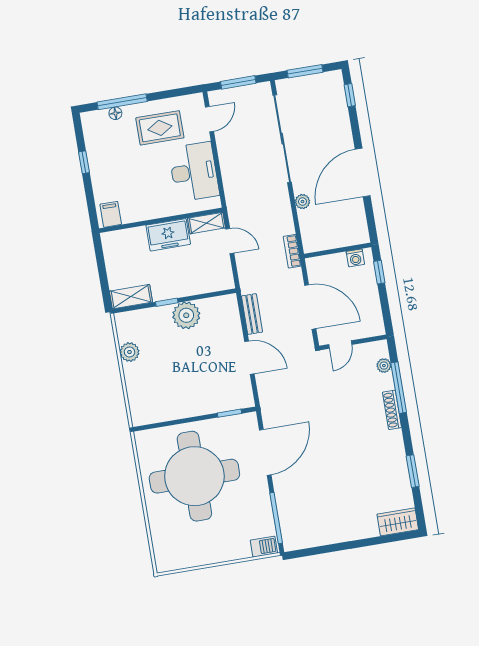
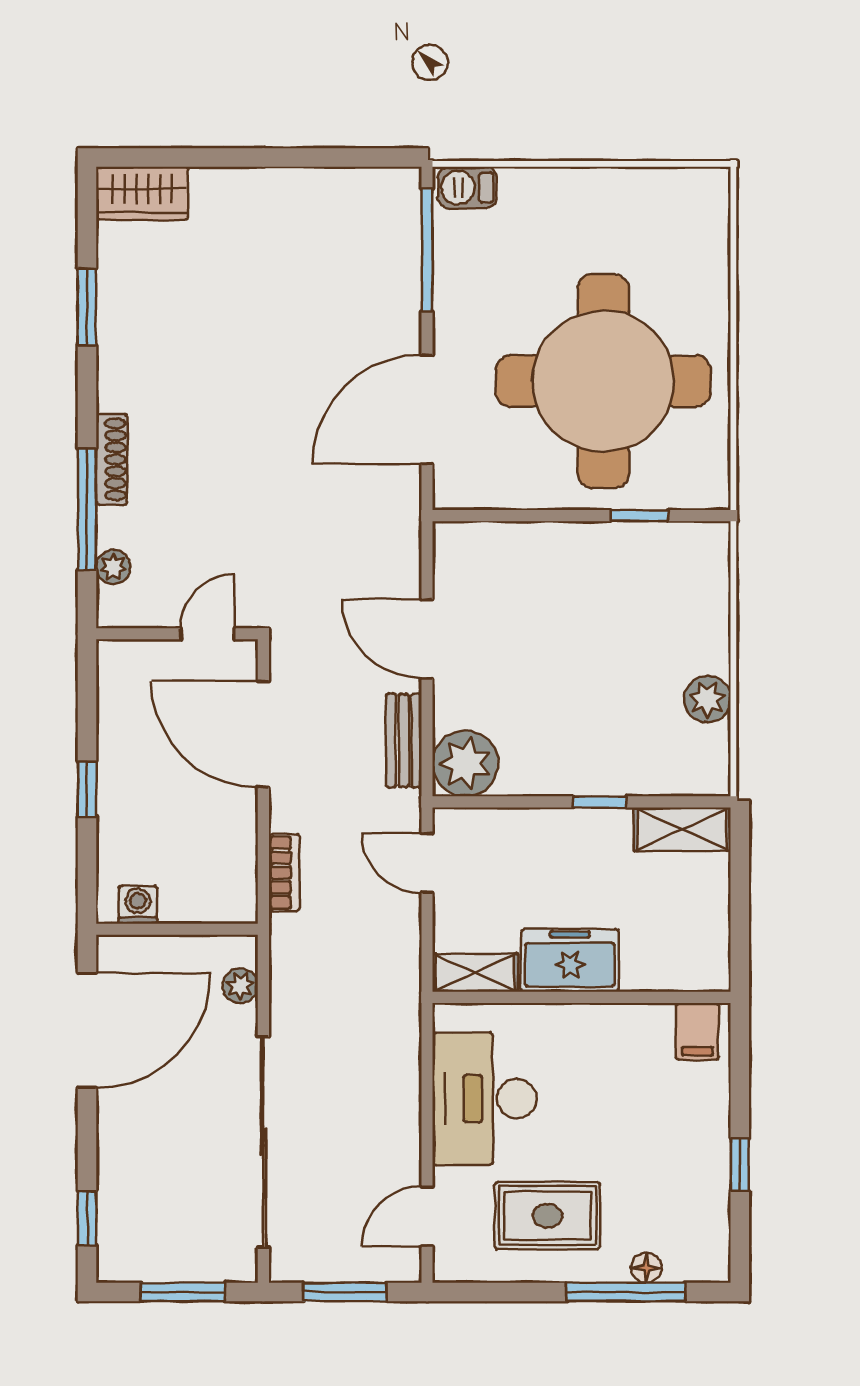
door: (230, 241) -> (427, 863), moved
wall: (338, 251) -> (177, 929), moved
washing machine: (355, 258) -> (138, 905), moved
plant: (186, 315) -> (465, 764), moved
window: (229, 413) -> (639, 516), moved

